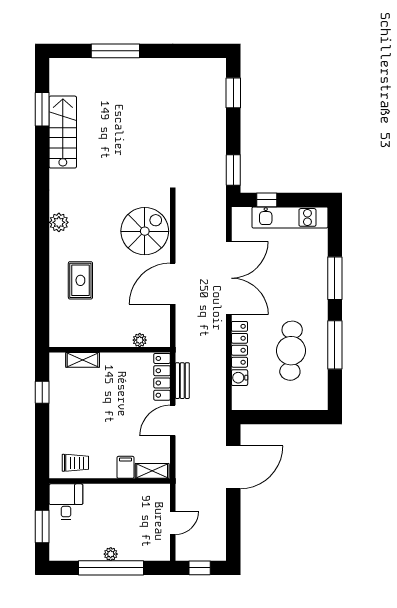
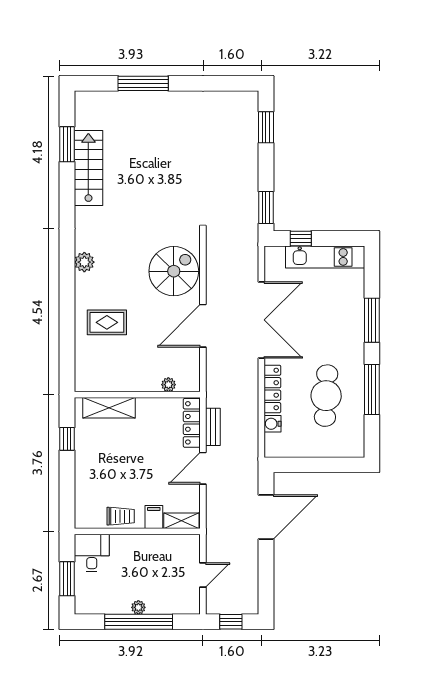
rug: (80, 280) -> (107, 322), turned 90
shelving: (83, 360) -> (109, 408), width x1.50, depth x1.33
trolley: (75, 463) -> (121, 516), moved

